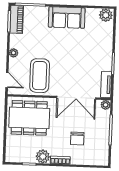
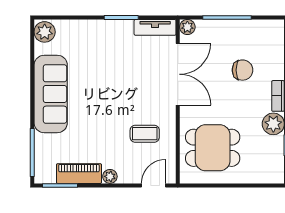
sofa: (67, 18) -> (51, 94), width x1.36
piano: (17, 19) -> (79, 174), moved
coffee table: (40, 76) -> (145, 134), width x0.54, depth x0.58
dining table: (29, 118) -> (213, 148), width x0.73

